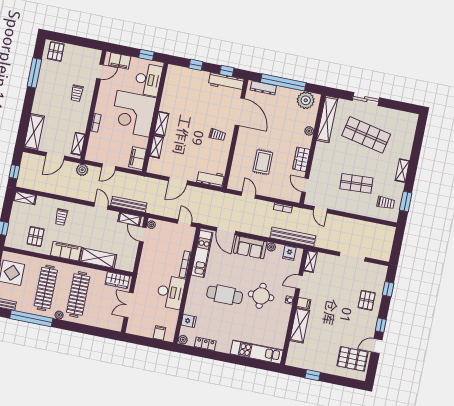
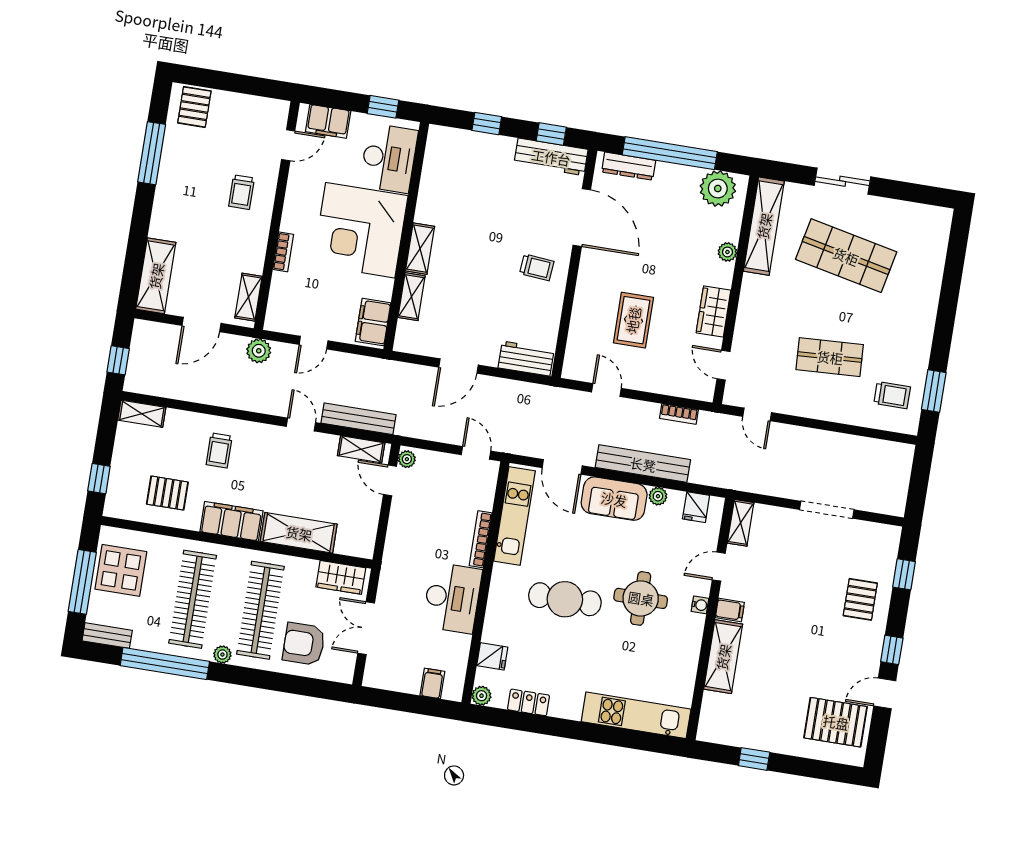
shelving: (402, 171) -> (924, 327), removed
pallet: (36, 236) -> (167, 493), turned 90
bench: (293, 237) -> (643, 464), moved
armchair: (98, 311) -> (304, 644), added

